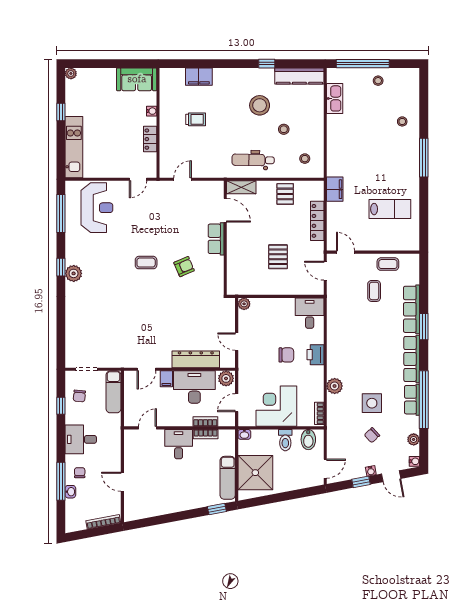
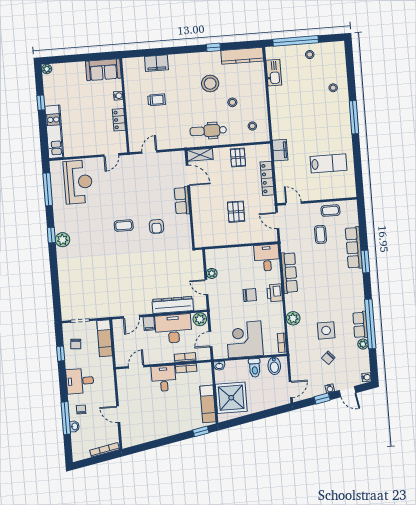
armchair: (184, 267) -> (156, 226), turned 113
plant: (244, 304) -> (212, 273), moved
row of seats: (412, 359) -> (289, 273), moved, turned 180
plant: (414, 439) -> (363, 344), moved

